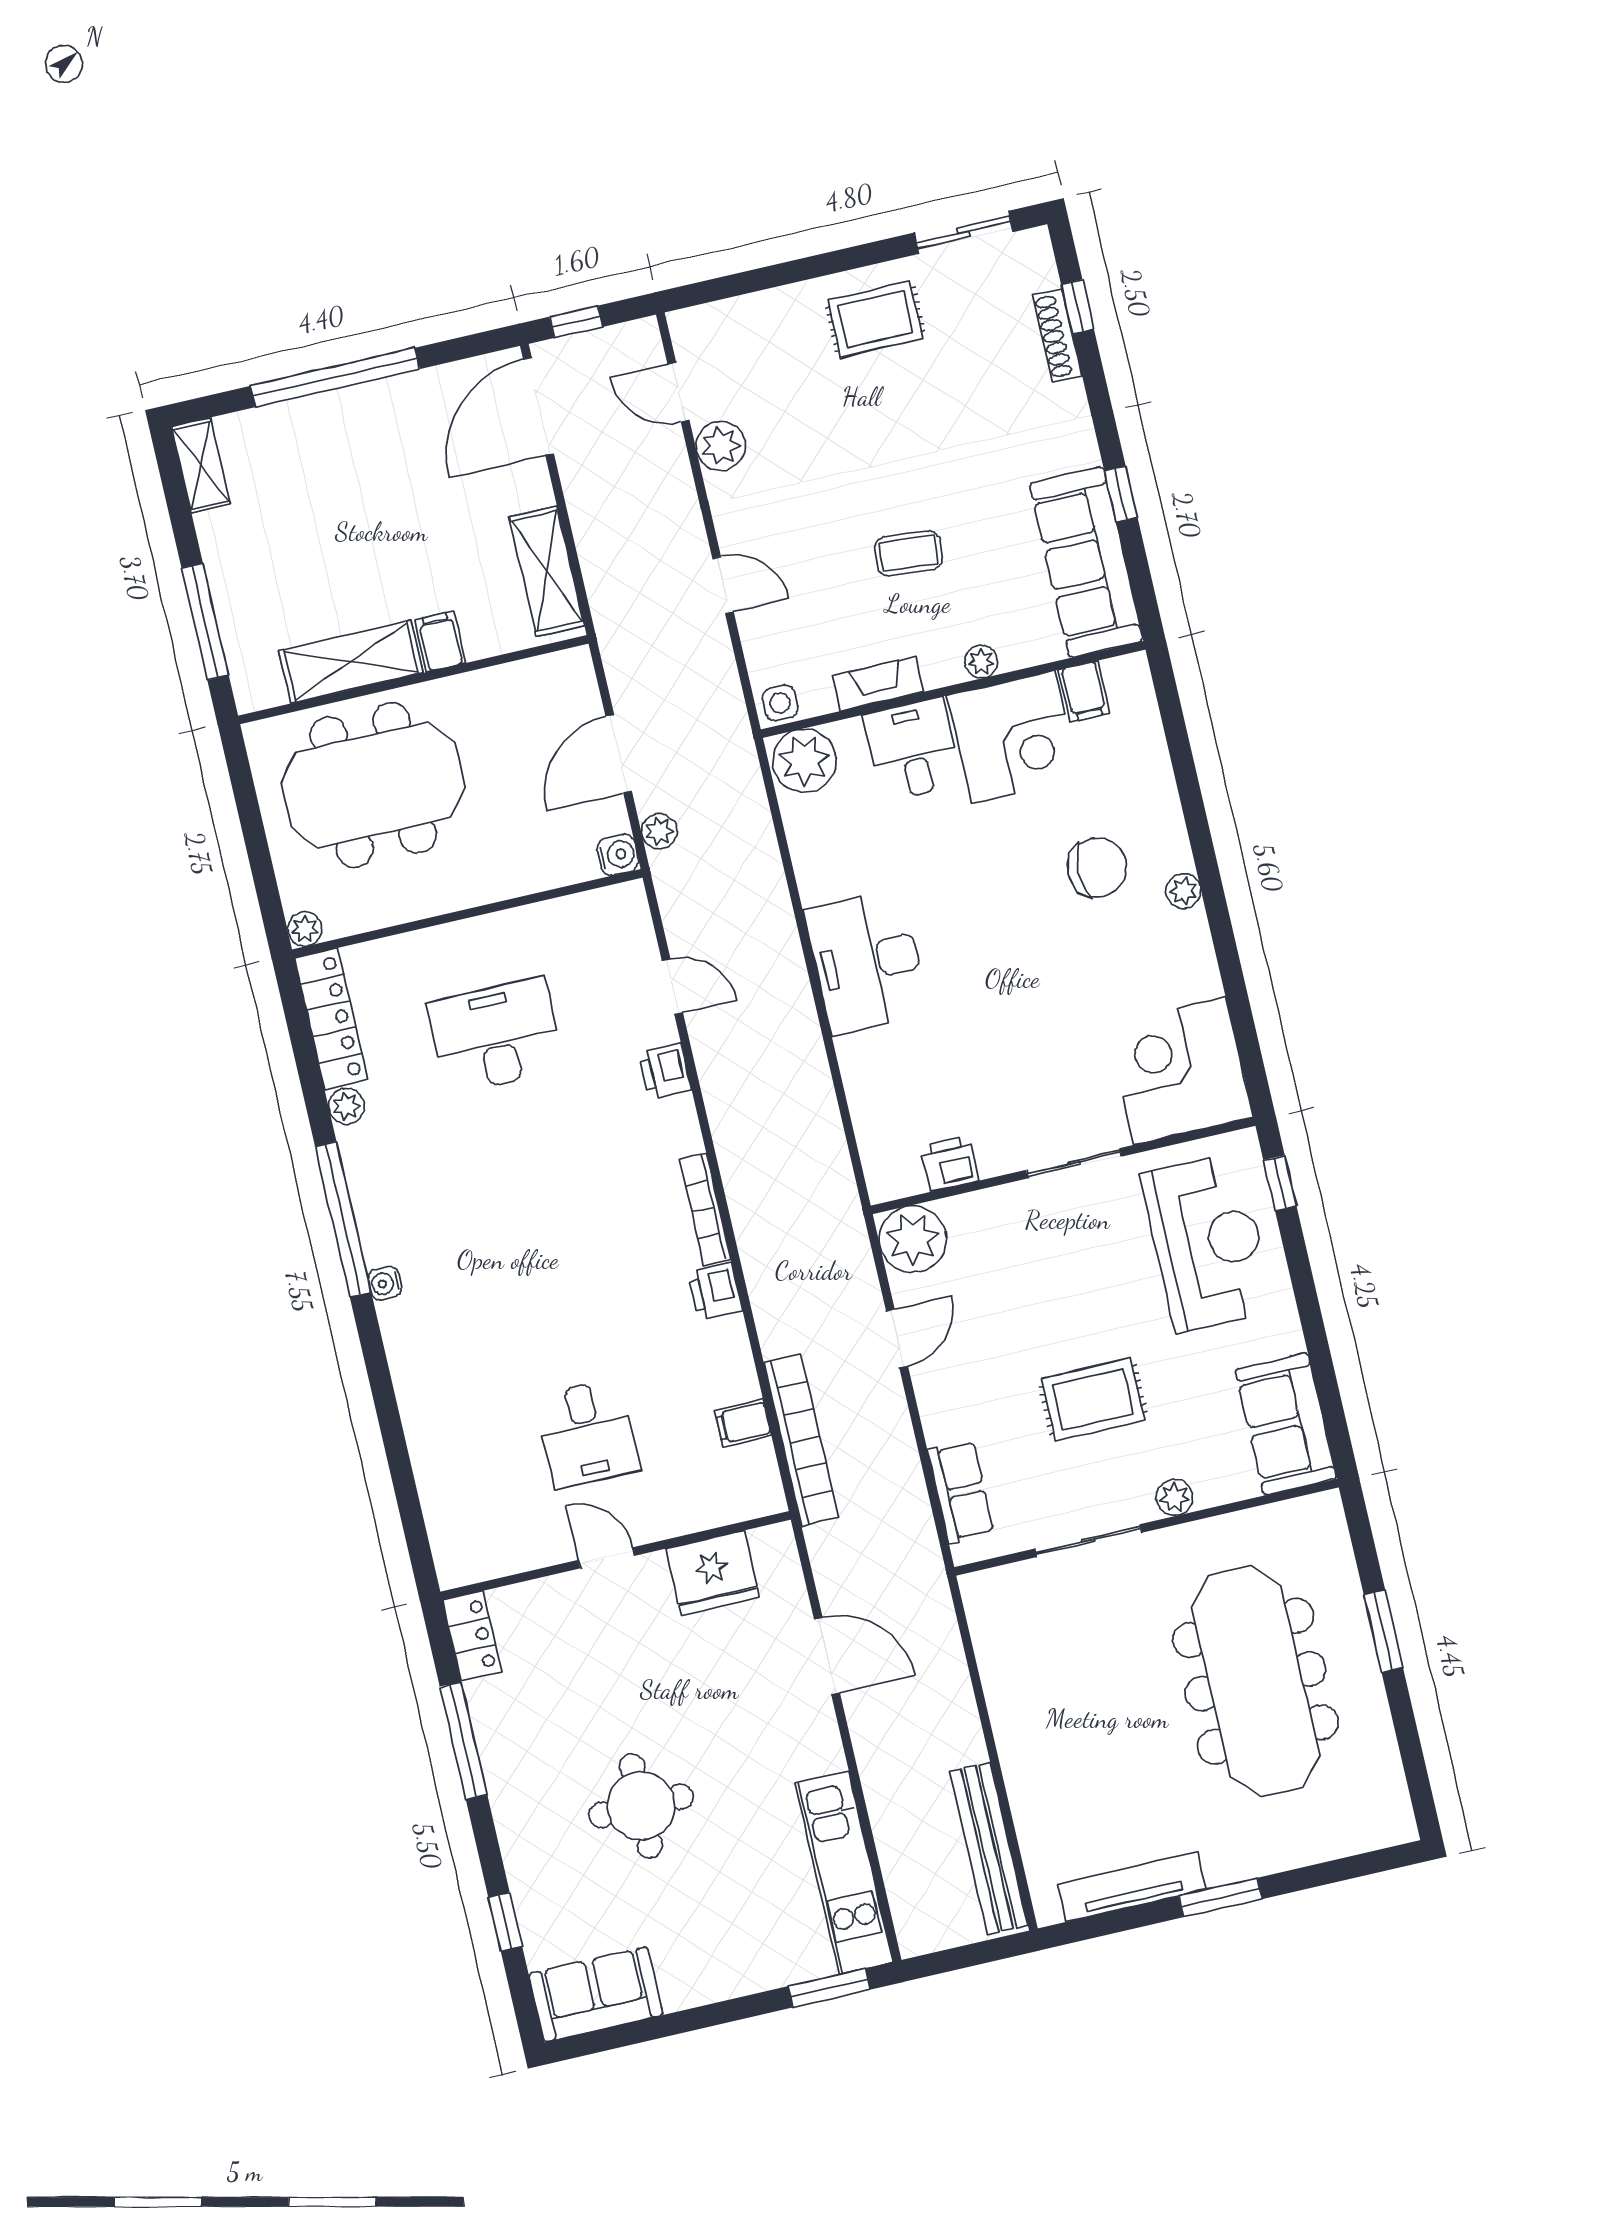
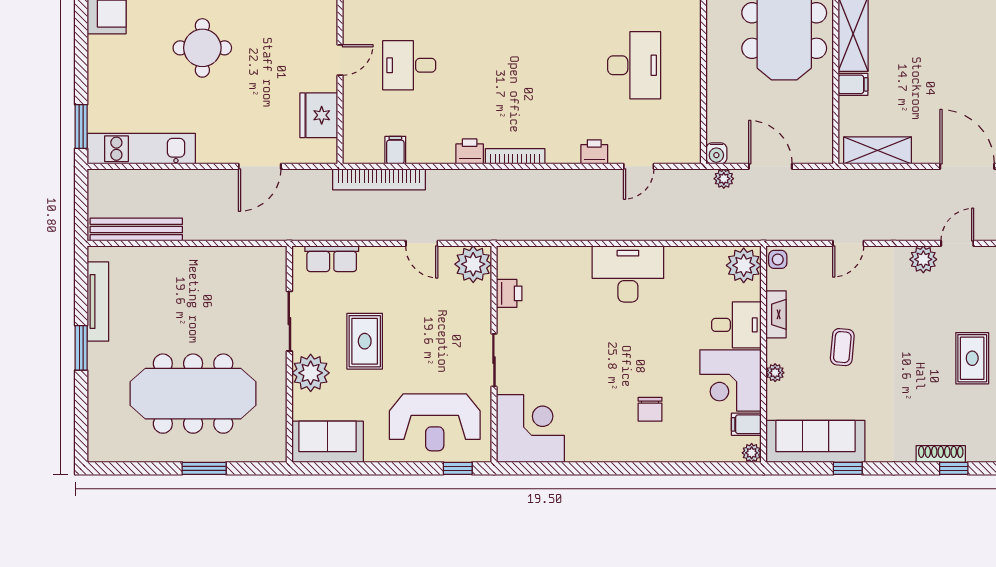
chair: (1097, 867) -> (650, 409), width x0.73, depth x0.73
plant: (1183, 891) -> (752, 453), moved
plant: (1175, 1498) -> (311, 373), width x1.87, depth x1.87

